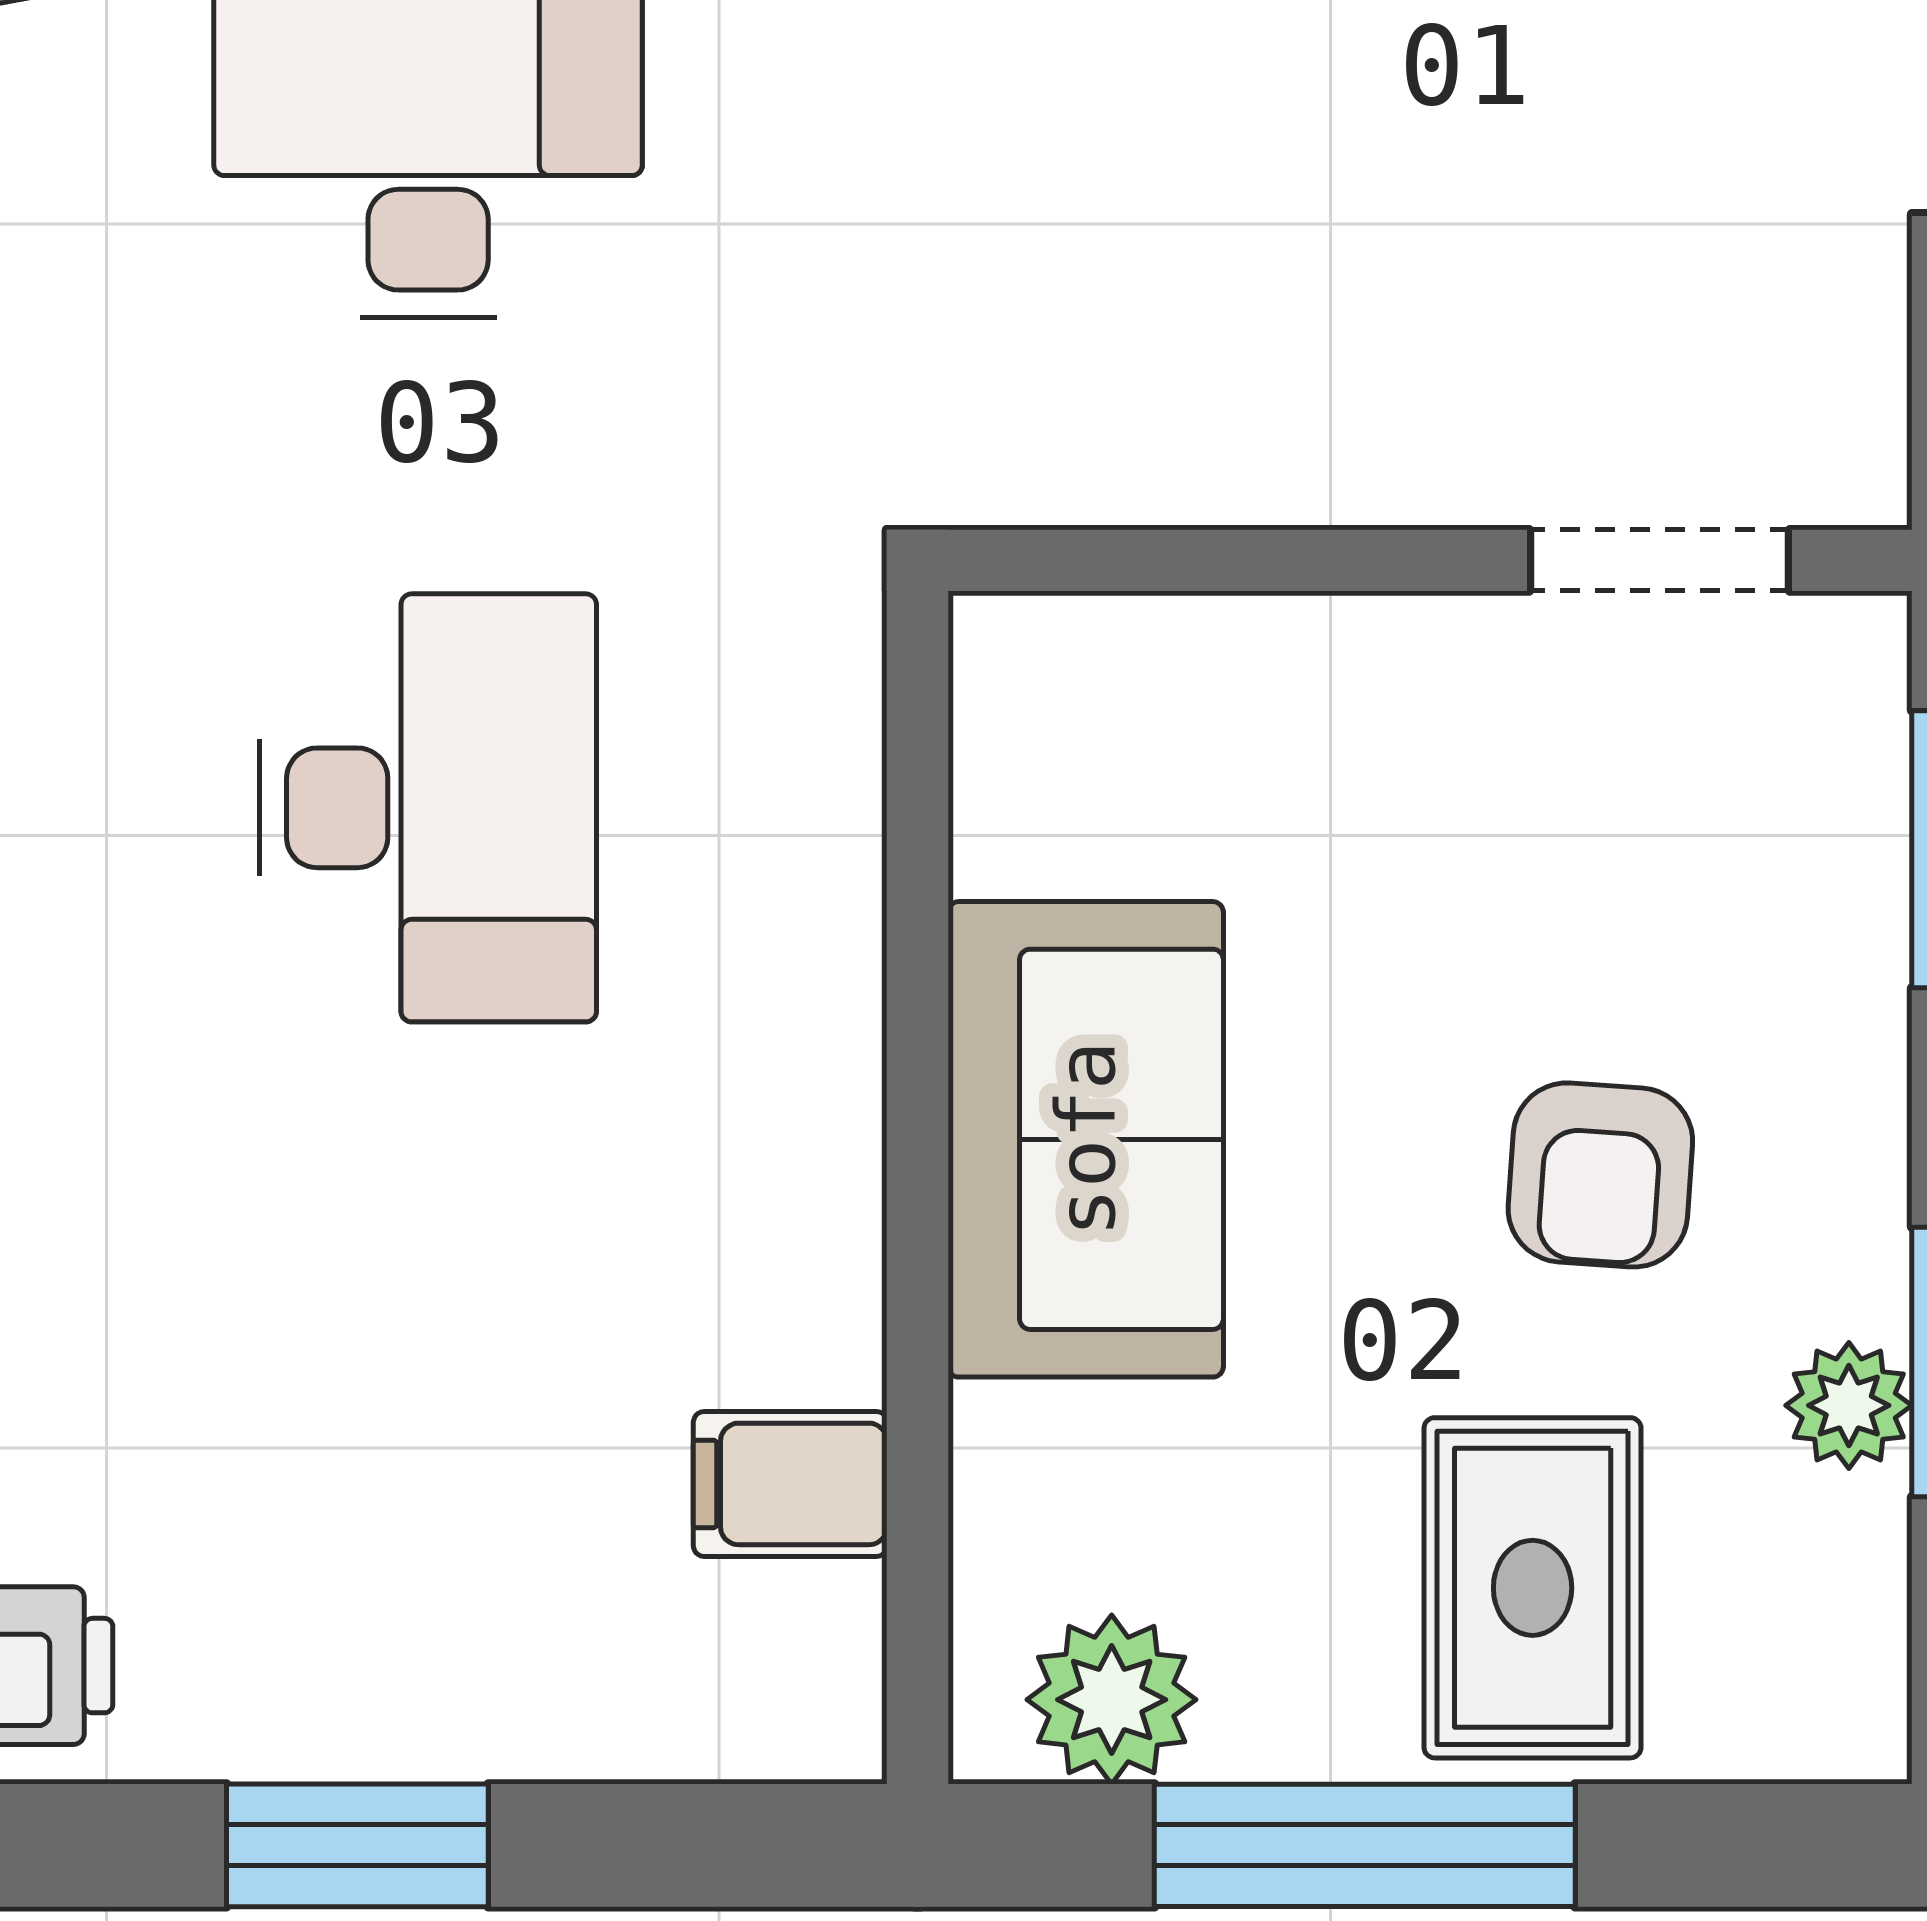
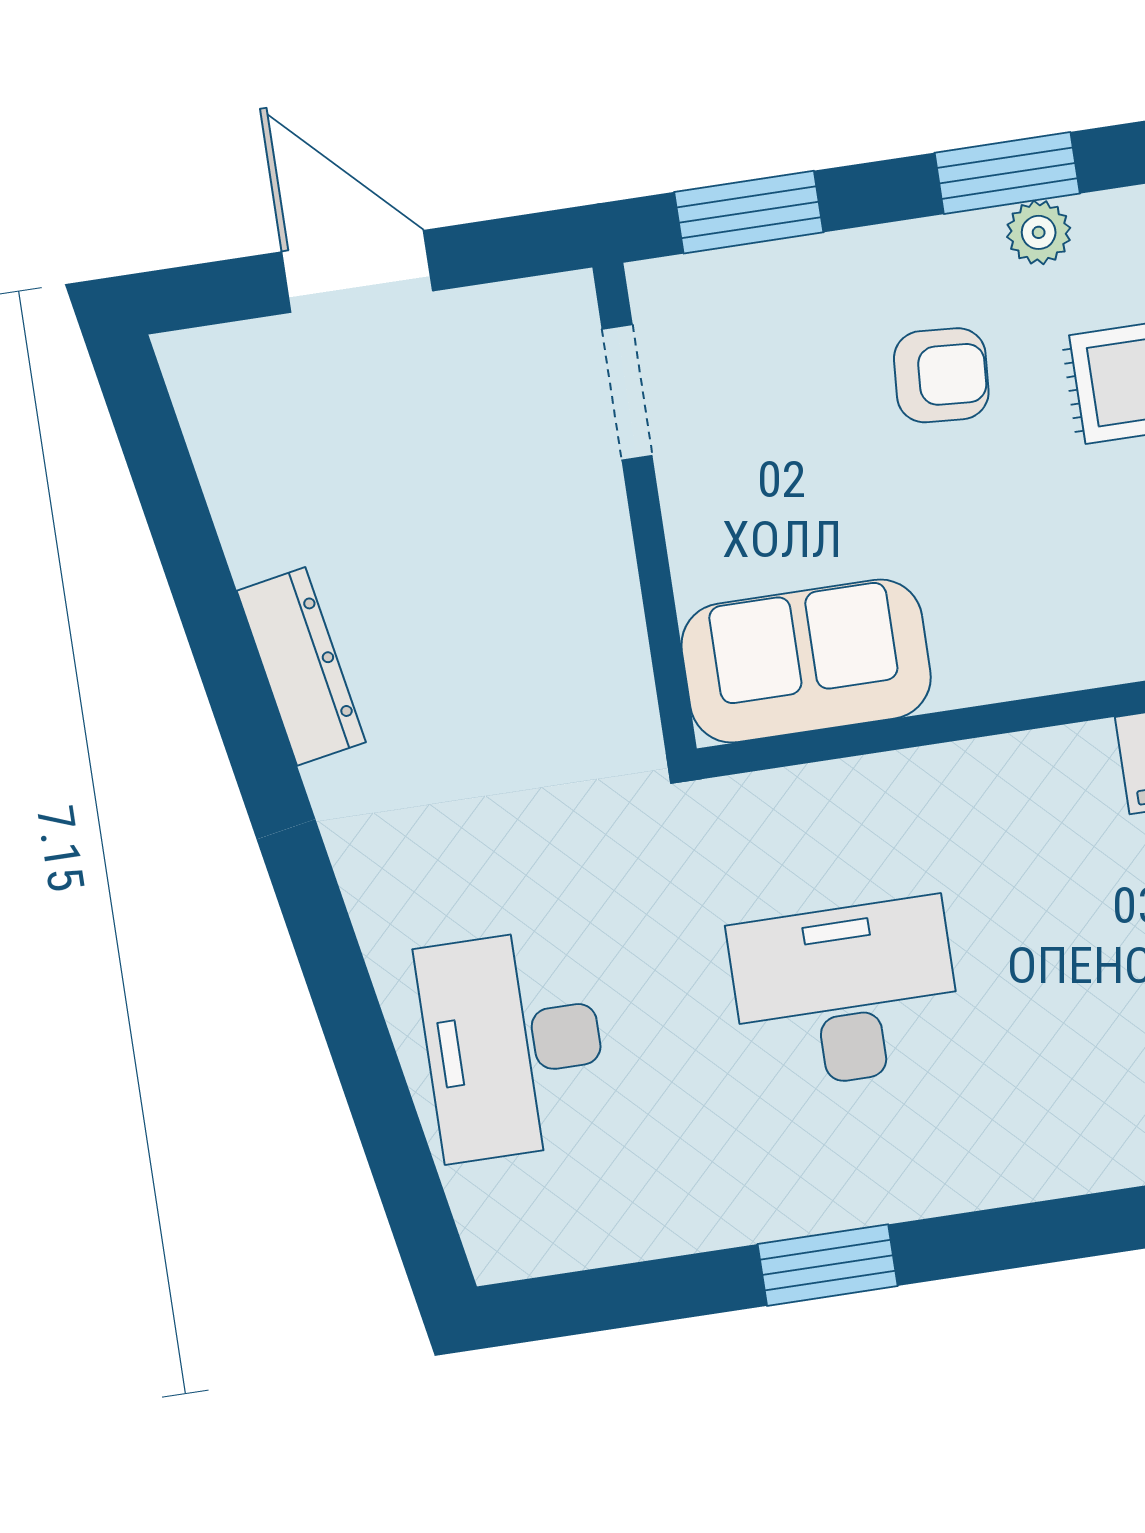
sofa: (1086, 1139) -> (806, 661), moved

